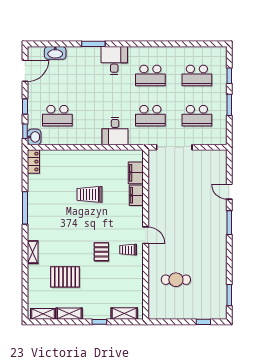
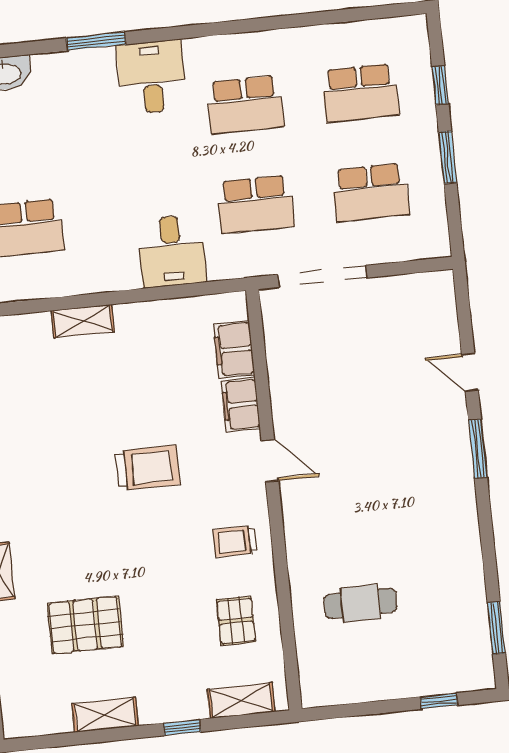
trolley: (90, 194) -> (147, 468), moved, turned 180
door: (146, 235) -> (270, 461), moved
pallet: (101, 252) -> (236, 621), moved
shelving: (43, 314) -> (83, 321), moved

